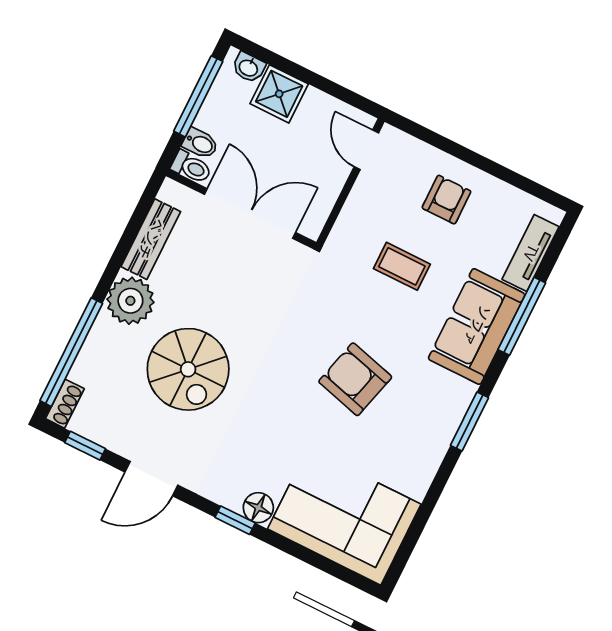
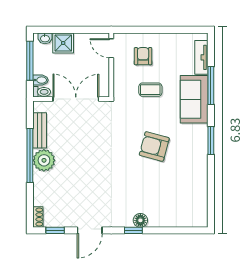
armchair: (446, 200) -> (143, 56), moved
window: (71, 352) -> (30, 155), moved
spiral stairs: (188, 369) -> (82, 177), removed
corner sofa: (344, 517) -> (178, 206), removed

